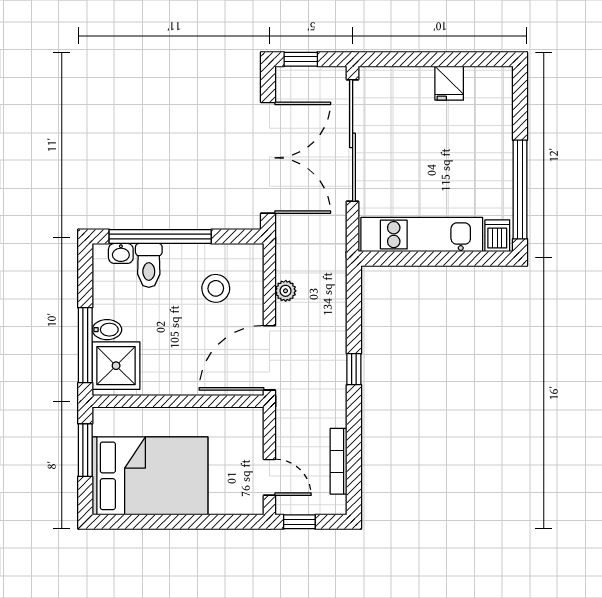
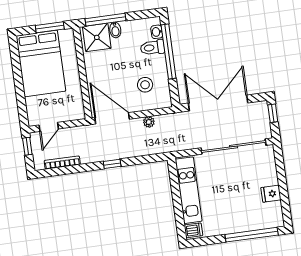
double door: (268, 158) -> (218, 103), swing flipped
window: (520, 190) -> (252, 235), moved

